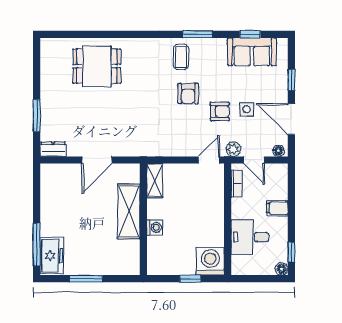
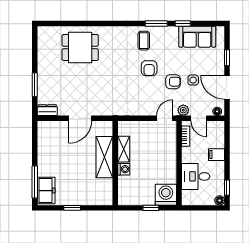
window: (250, 34) -> (183, 24), moved
shelving: (155, 181) -> (124, 149), moved
window: (86, 279) -> (72, 208), width x0.67

